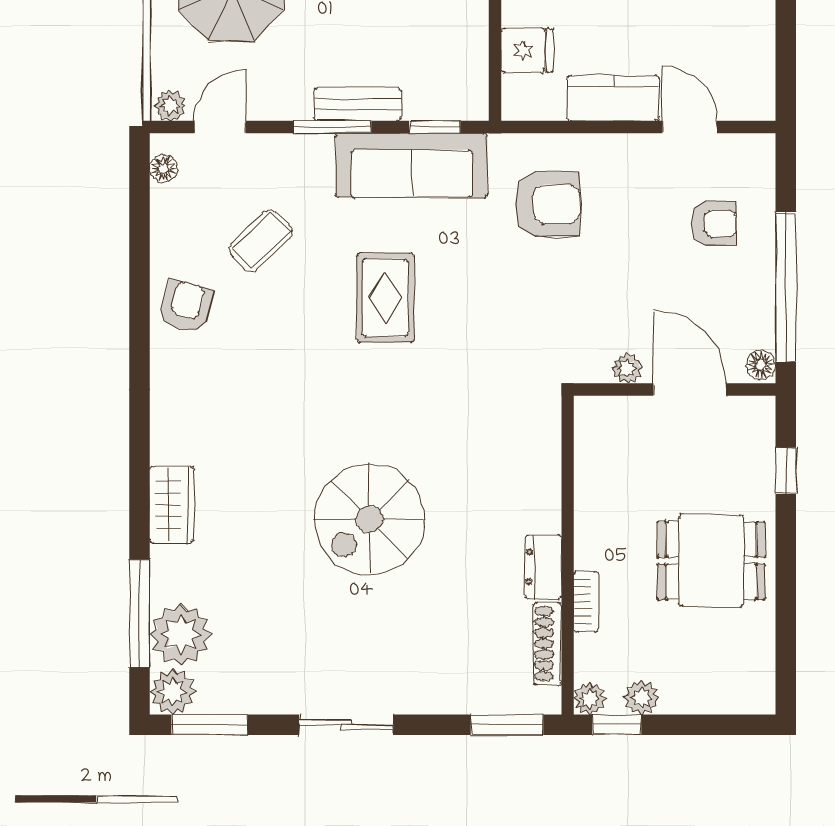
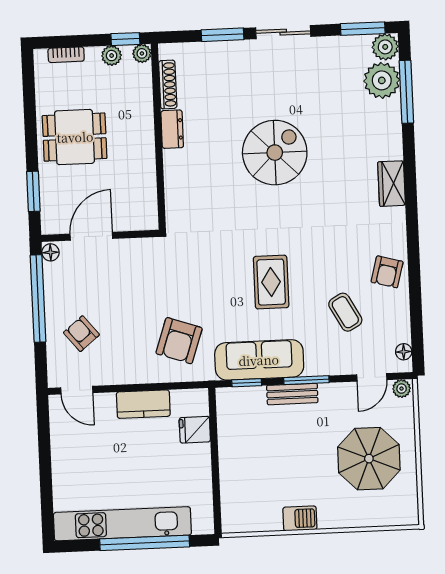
door: (690, 127) -> (77, 390), moved
armchair: (547, 204) -> (179, 341), turned -71
armchair: (714, 224) -> (81, 334), turned 51
coffee table: (261, 241) -> (345, 312), turned -75
plant: (627, 368) -> (128, 247), removed
door: (690, 390) -> (91, 236), swing flipped
window: (786, 471) -> (33, 191), width x1.50
wardrobe: (172, 504) -> (392, 184), moved
bookcase: (586, 601) -> (66, 55), moved, turned -90
window: (507, 725) -> (223, 35), moved

